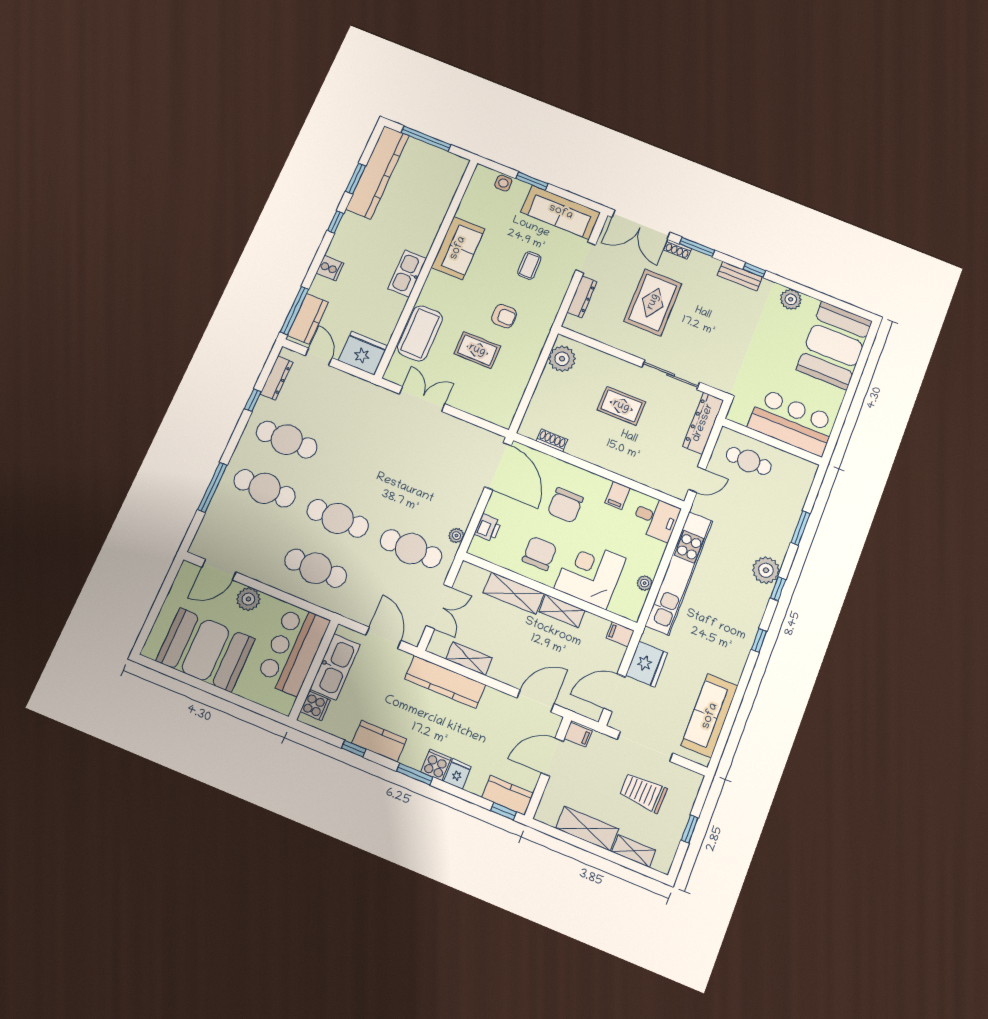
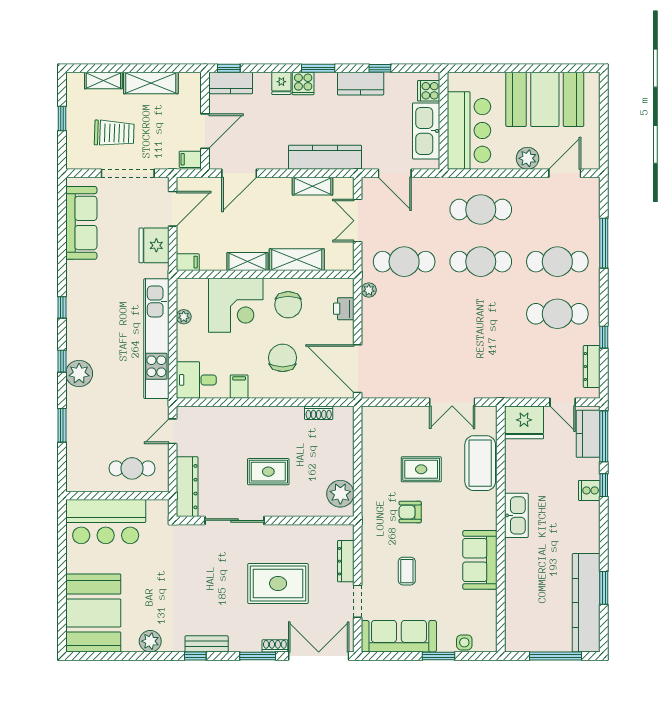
window: (335, 222) -> (604, 485), moved
rug: (653, 302) -> (278, 583), turned 90

